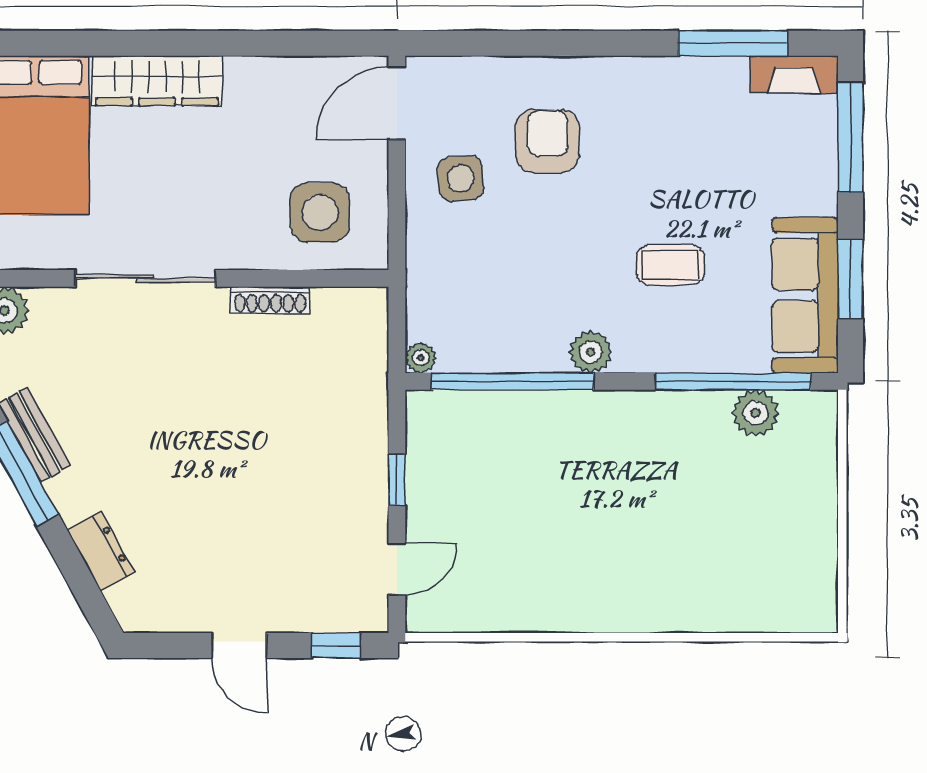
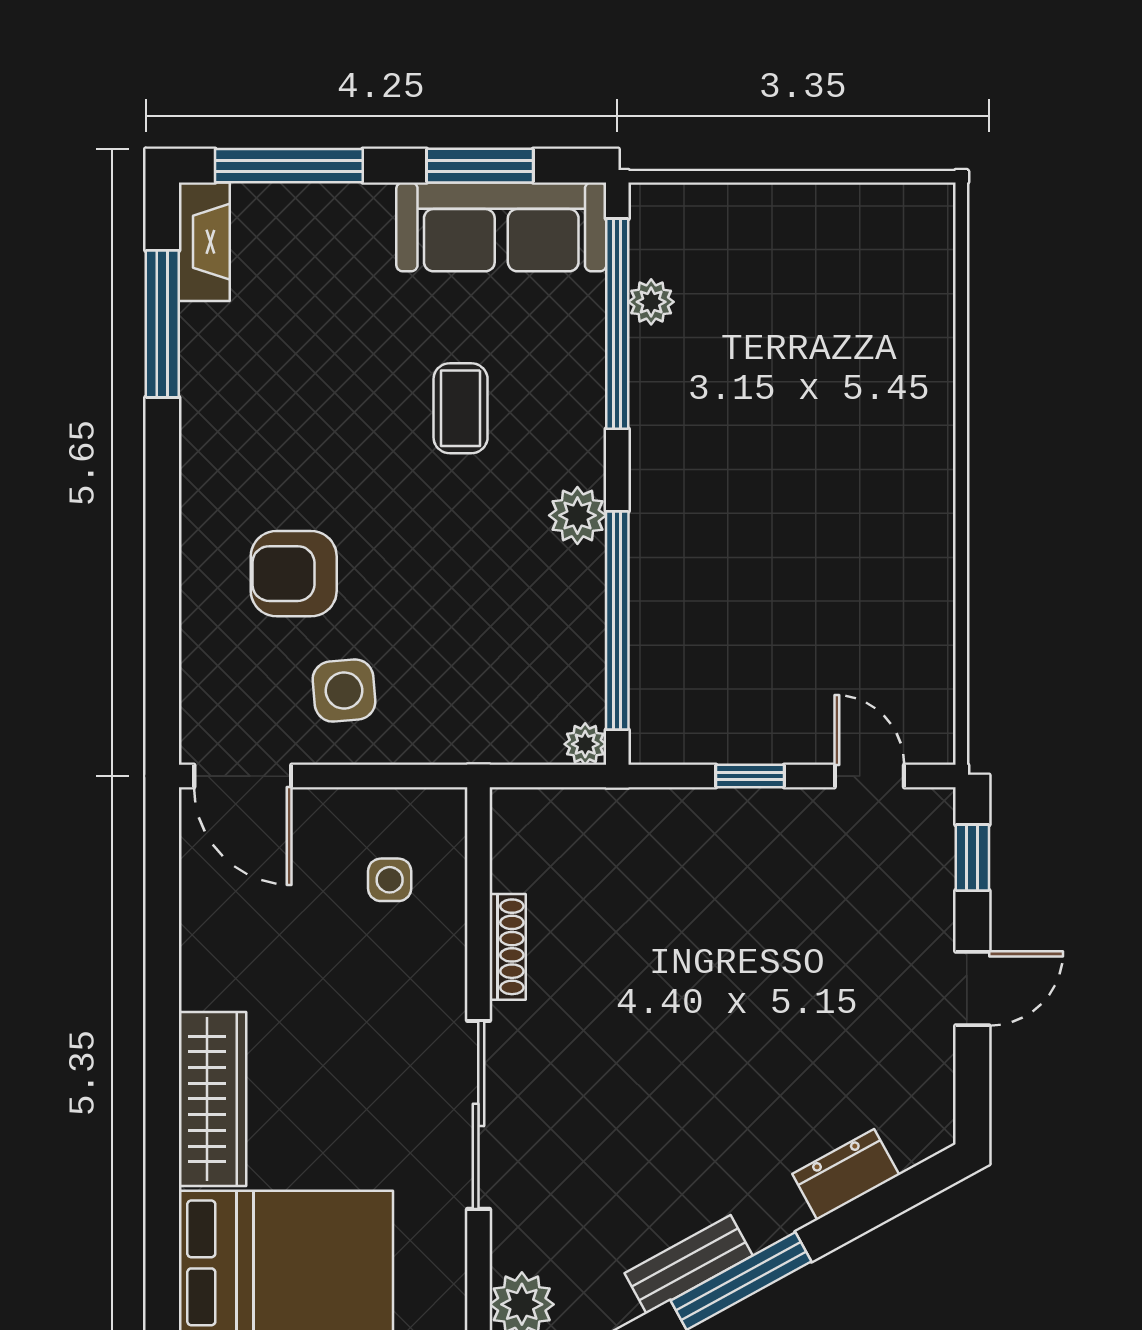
side table: (320, 212) -> (390, 880), width x0.54, depth x0.54
plant: (756, 413) -> (651, 302), width x0.73, depth x0.73

